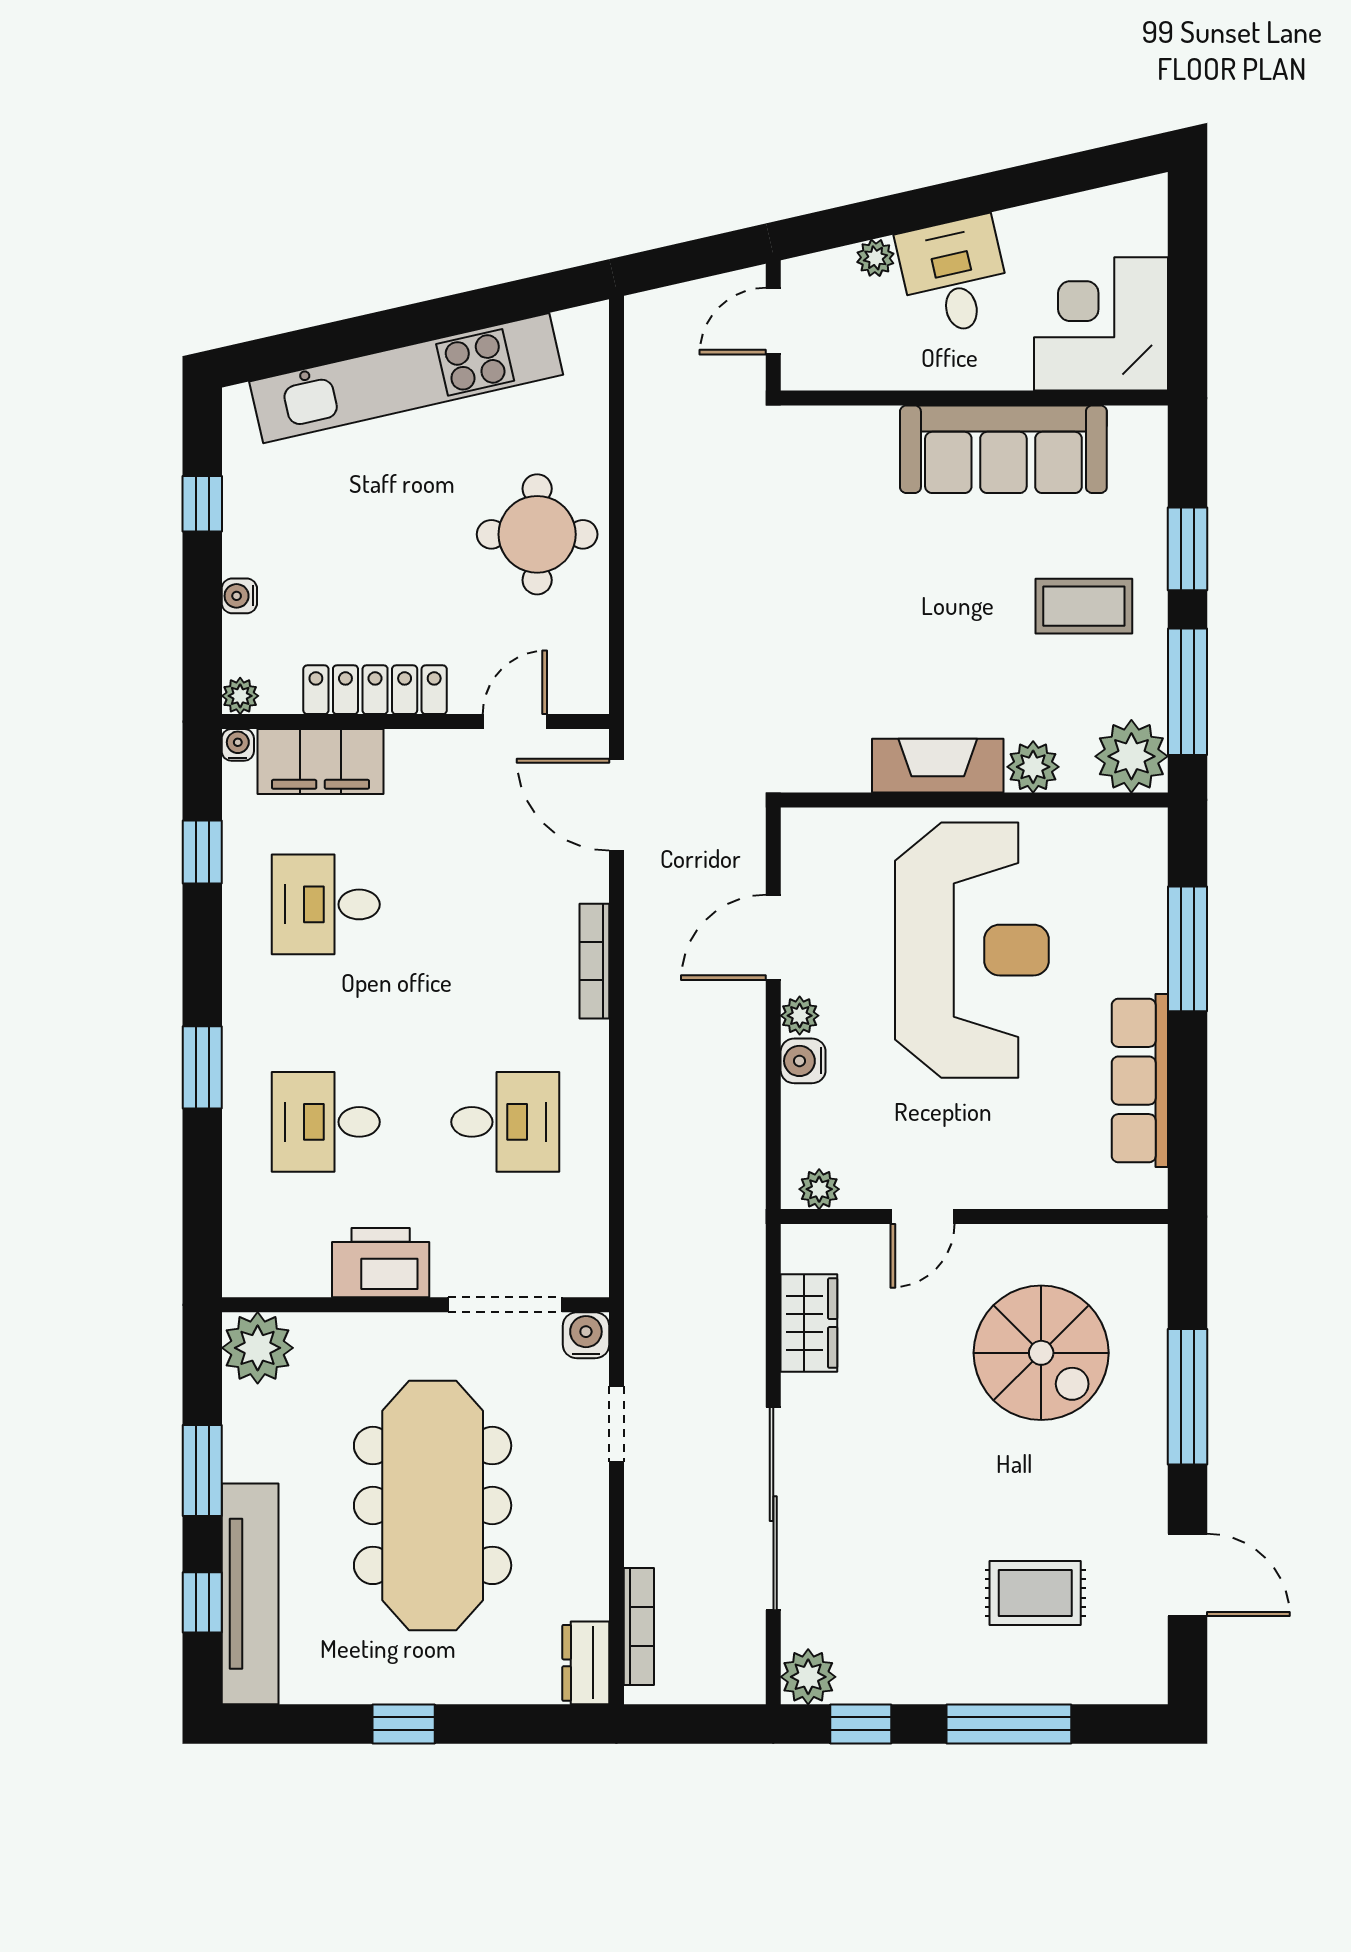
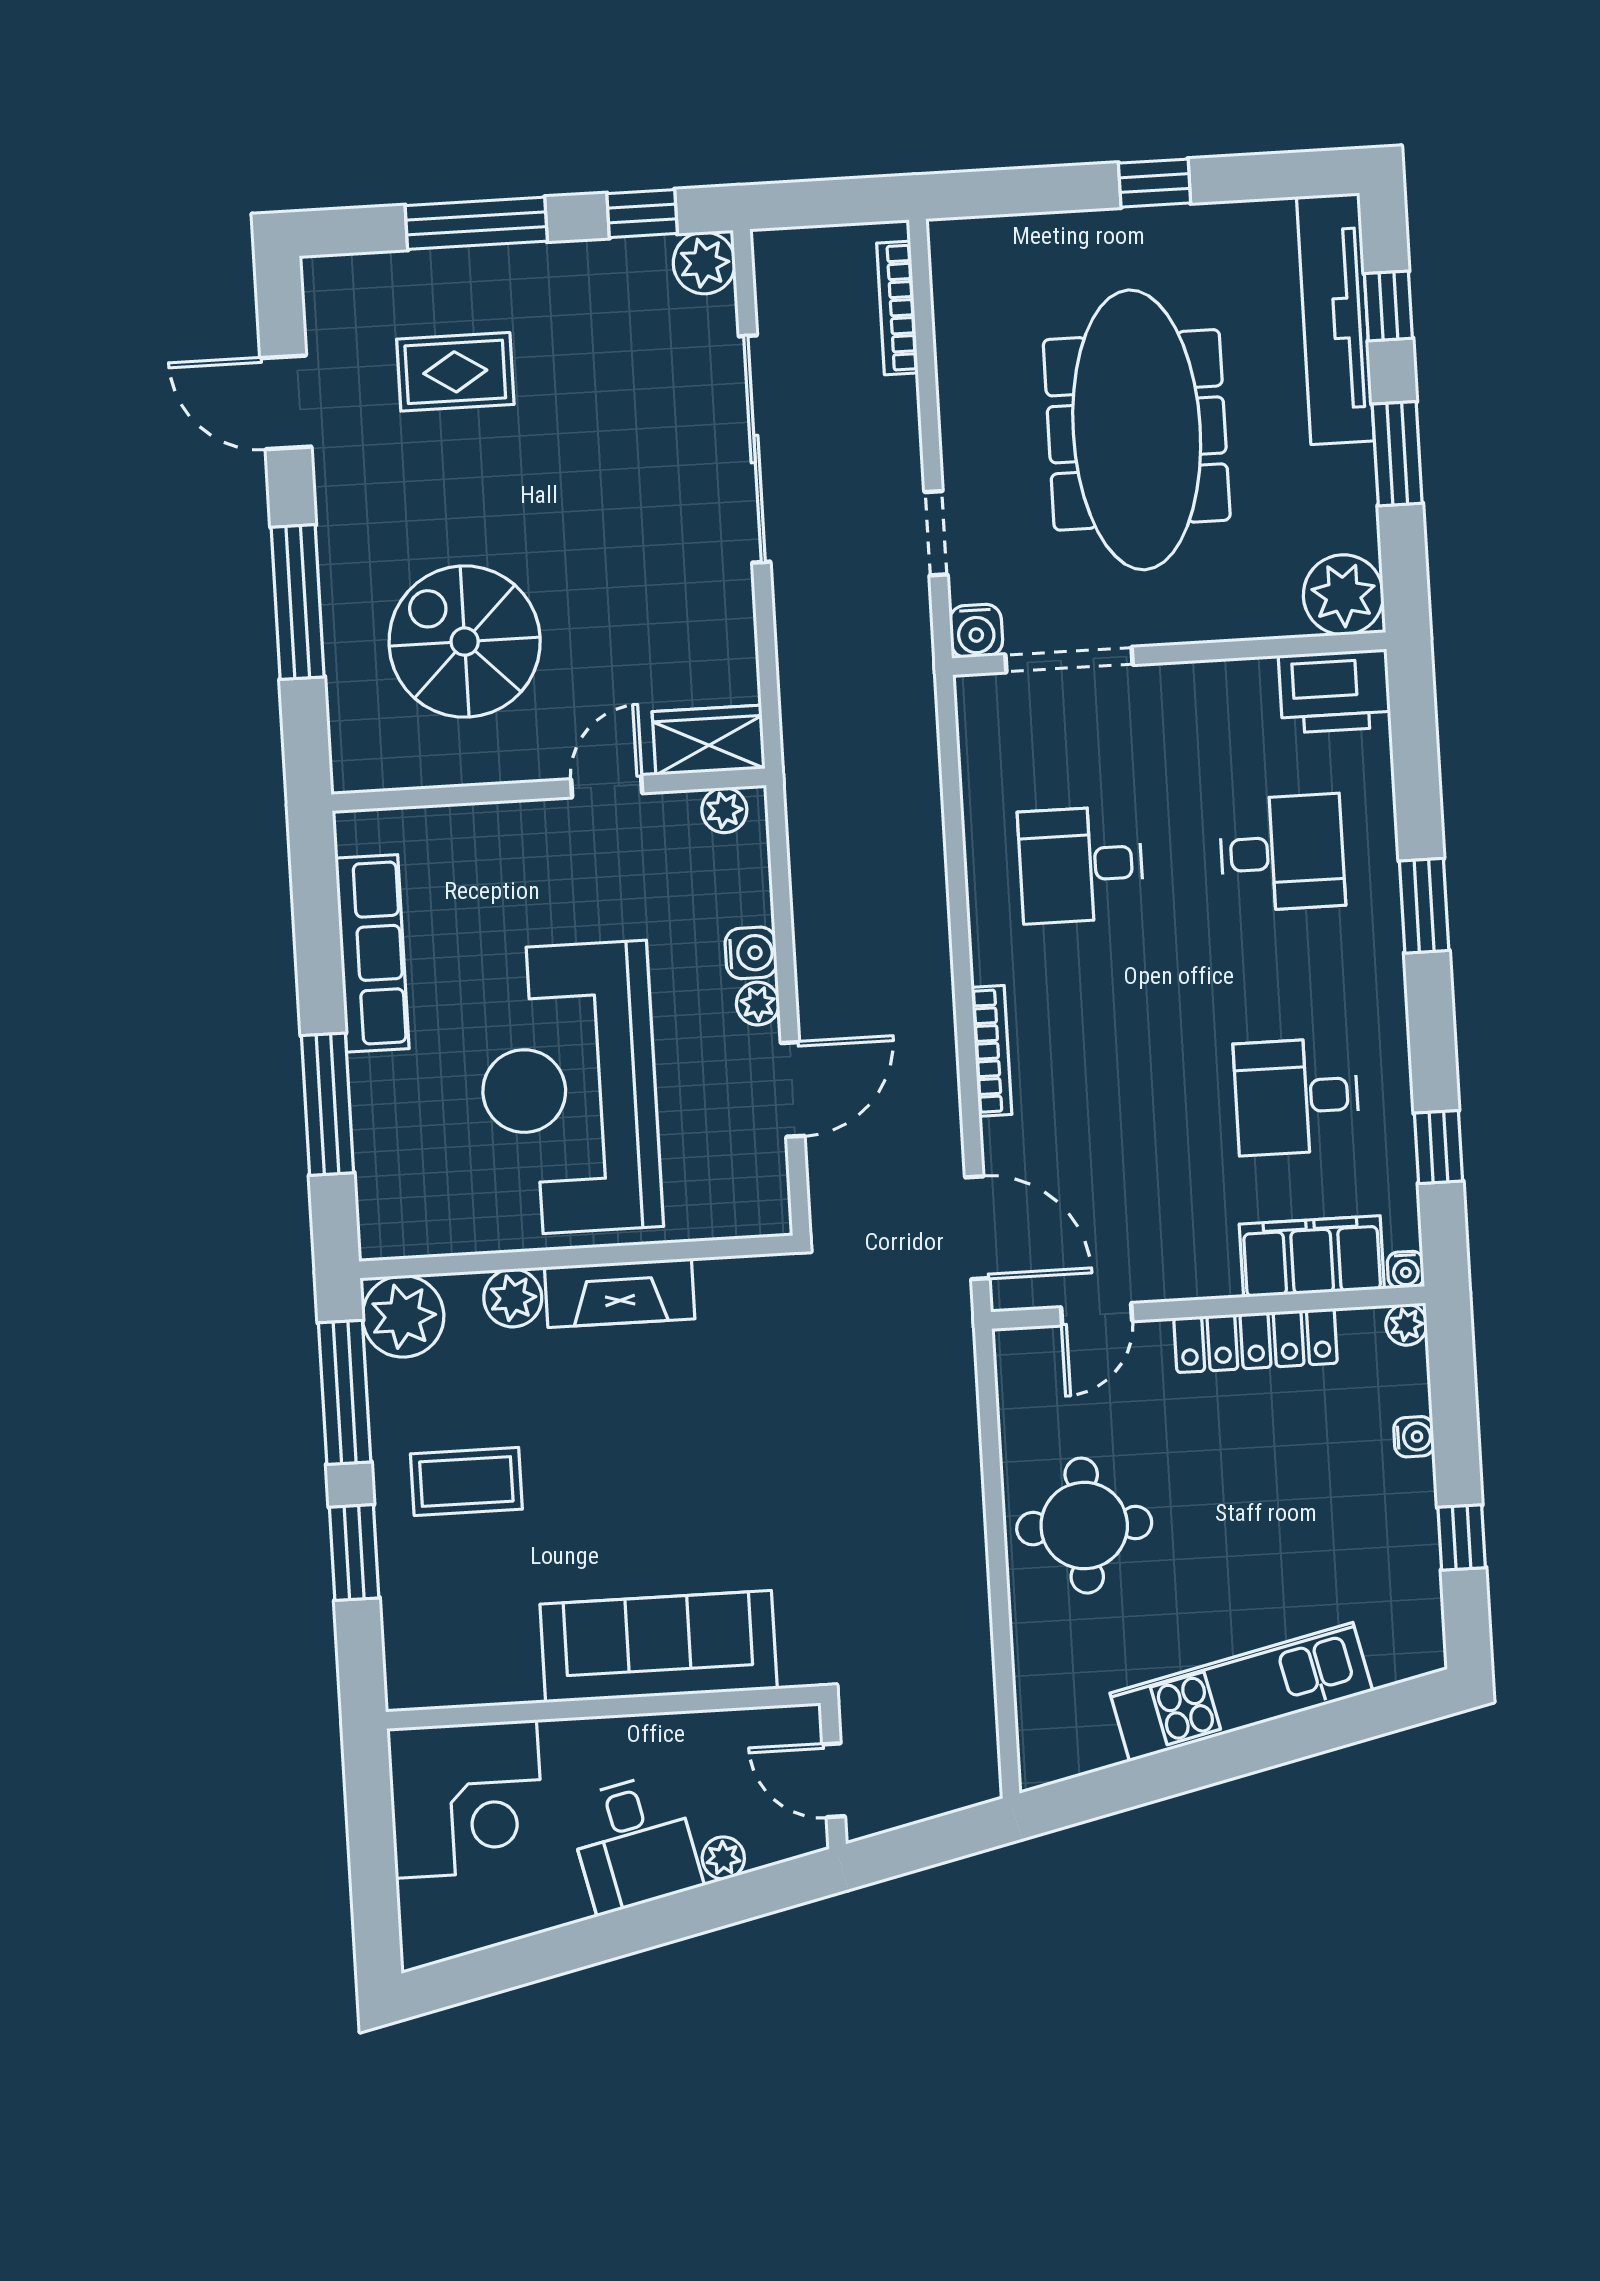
door: (773, 321) -> (834, 1780), swing flipped
kitchen unit: (406, 378) -> (1241, 1692), width x0.73
sofa: (1003, 449) -> (659, 1647), moved
desk: (326, 904) -> (1297, 1097), turned 180
printer: (381, 1263) -> (1335, 691), moved
wardrobe: (809, 1323) -> (709, 740), moved, turned 90
dresser: (586, 1663) -> (954, 264), removed

